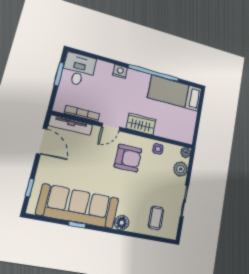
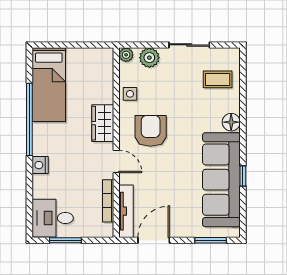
window: (30, 188) -> (211, 240), width x1.50

